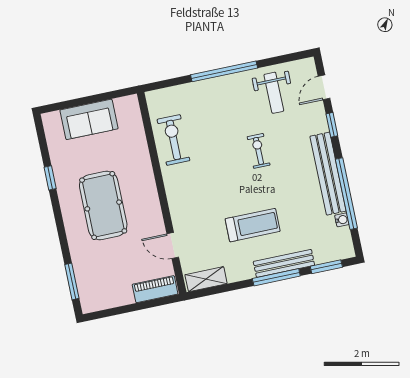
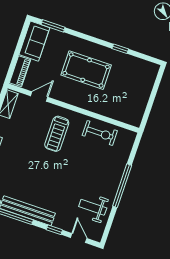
sofa: (89, 119) -> (34, 41), moved, turned 180
exercise bike: (259, 151) -> (64, 178), removed
treadmill: (253, 225) -> (57, 134), moved

